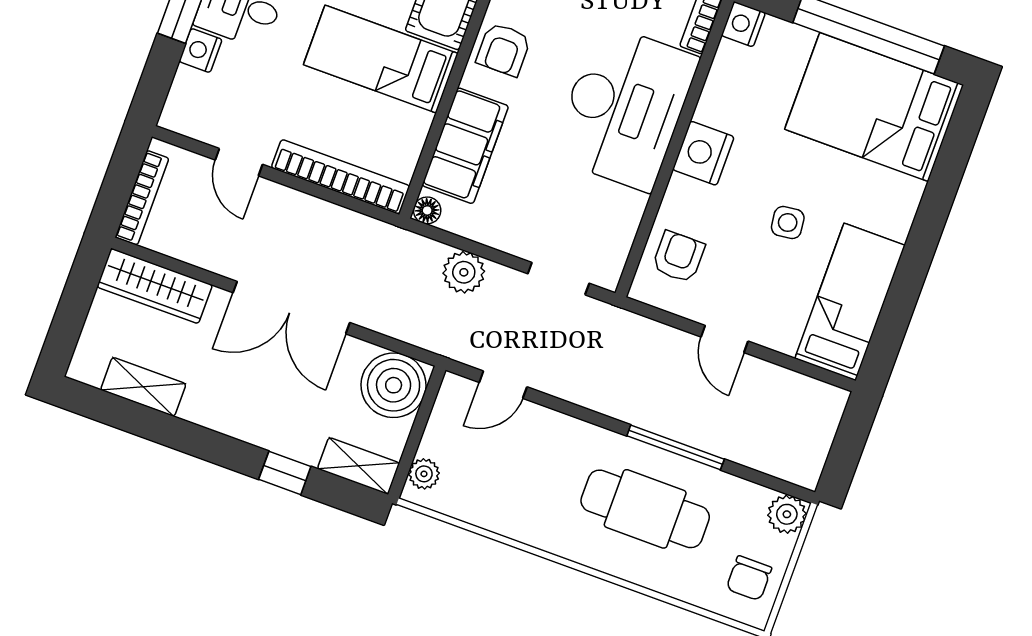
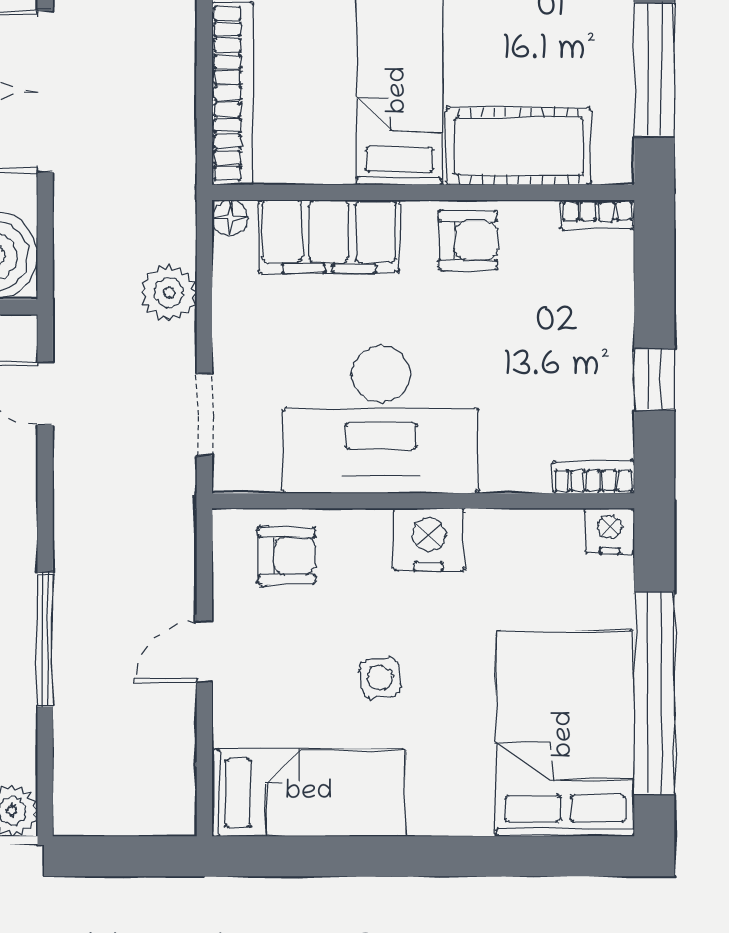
armchair: (504, 49) -> (468, 240), turned 180
desk: (625, 107) -> (381, 420), moved

